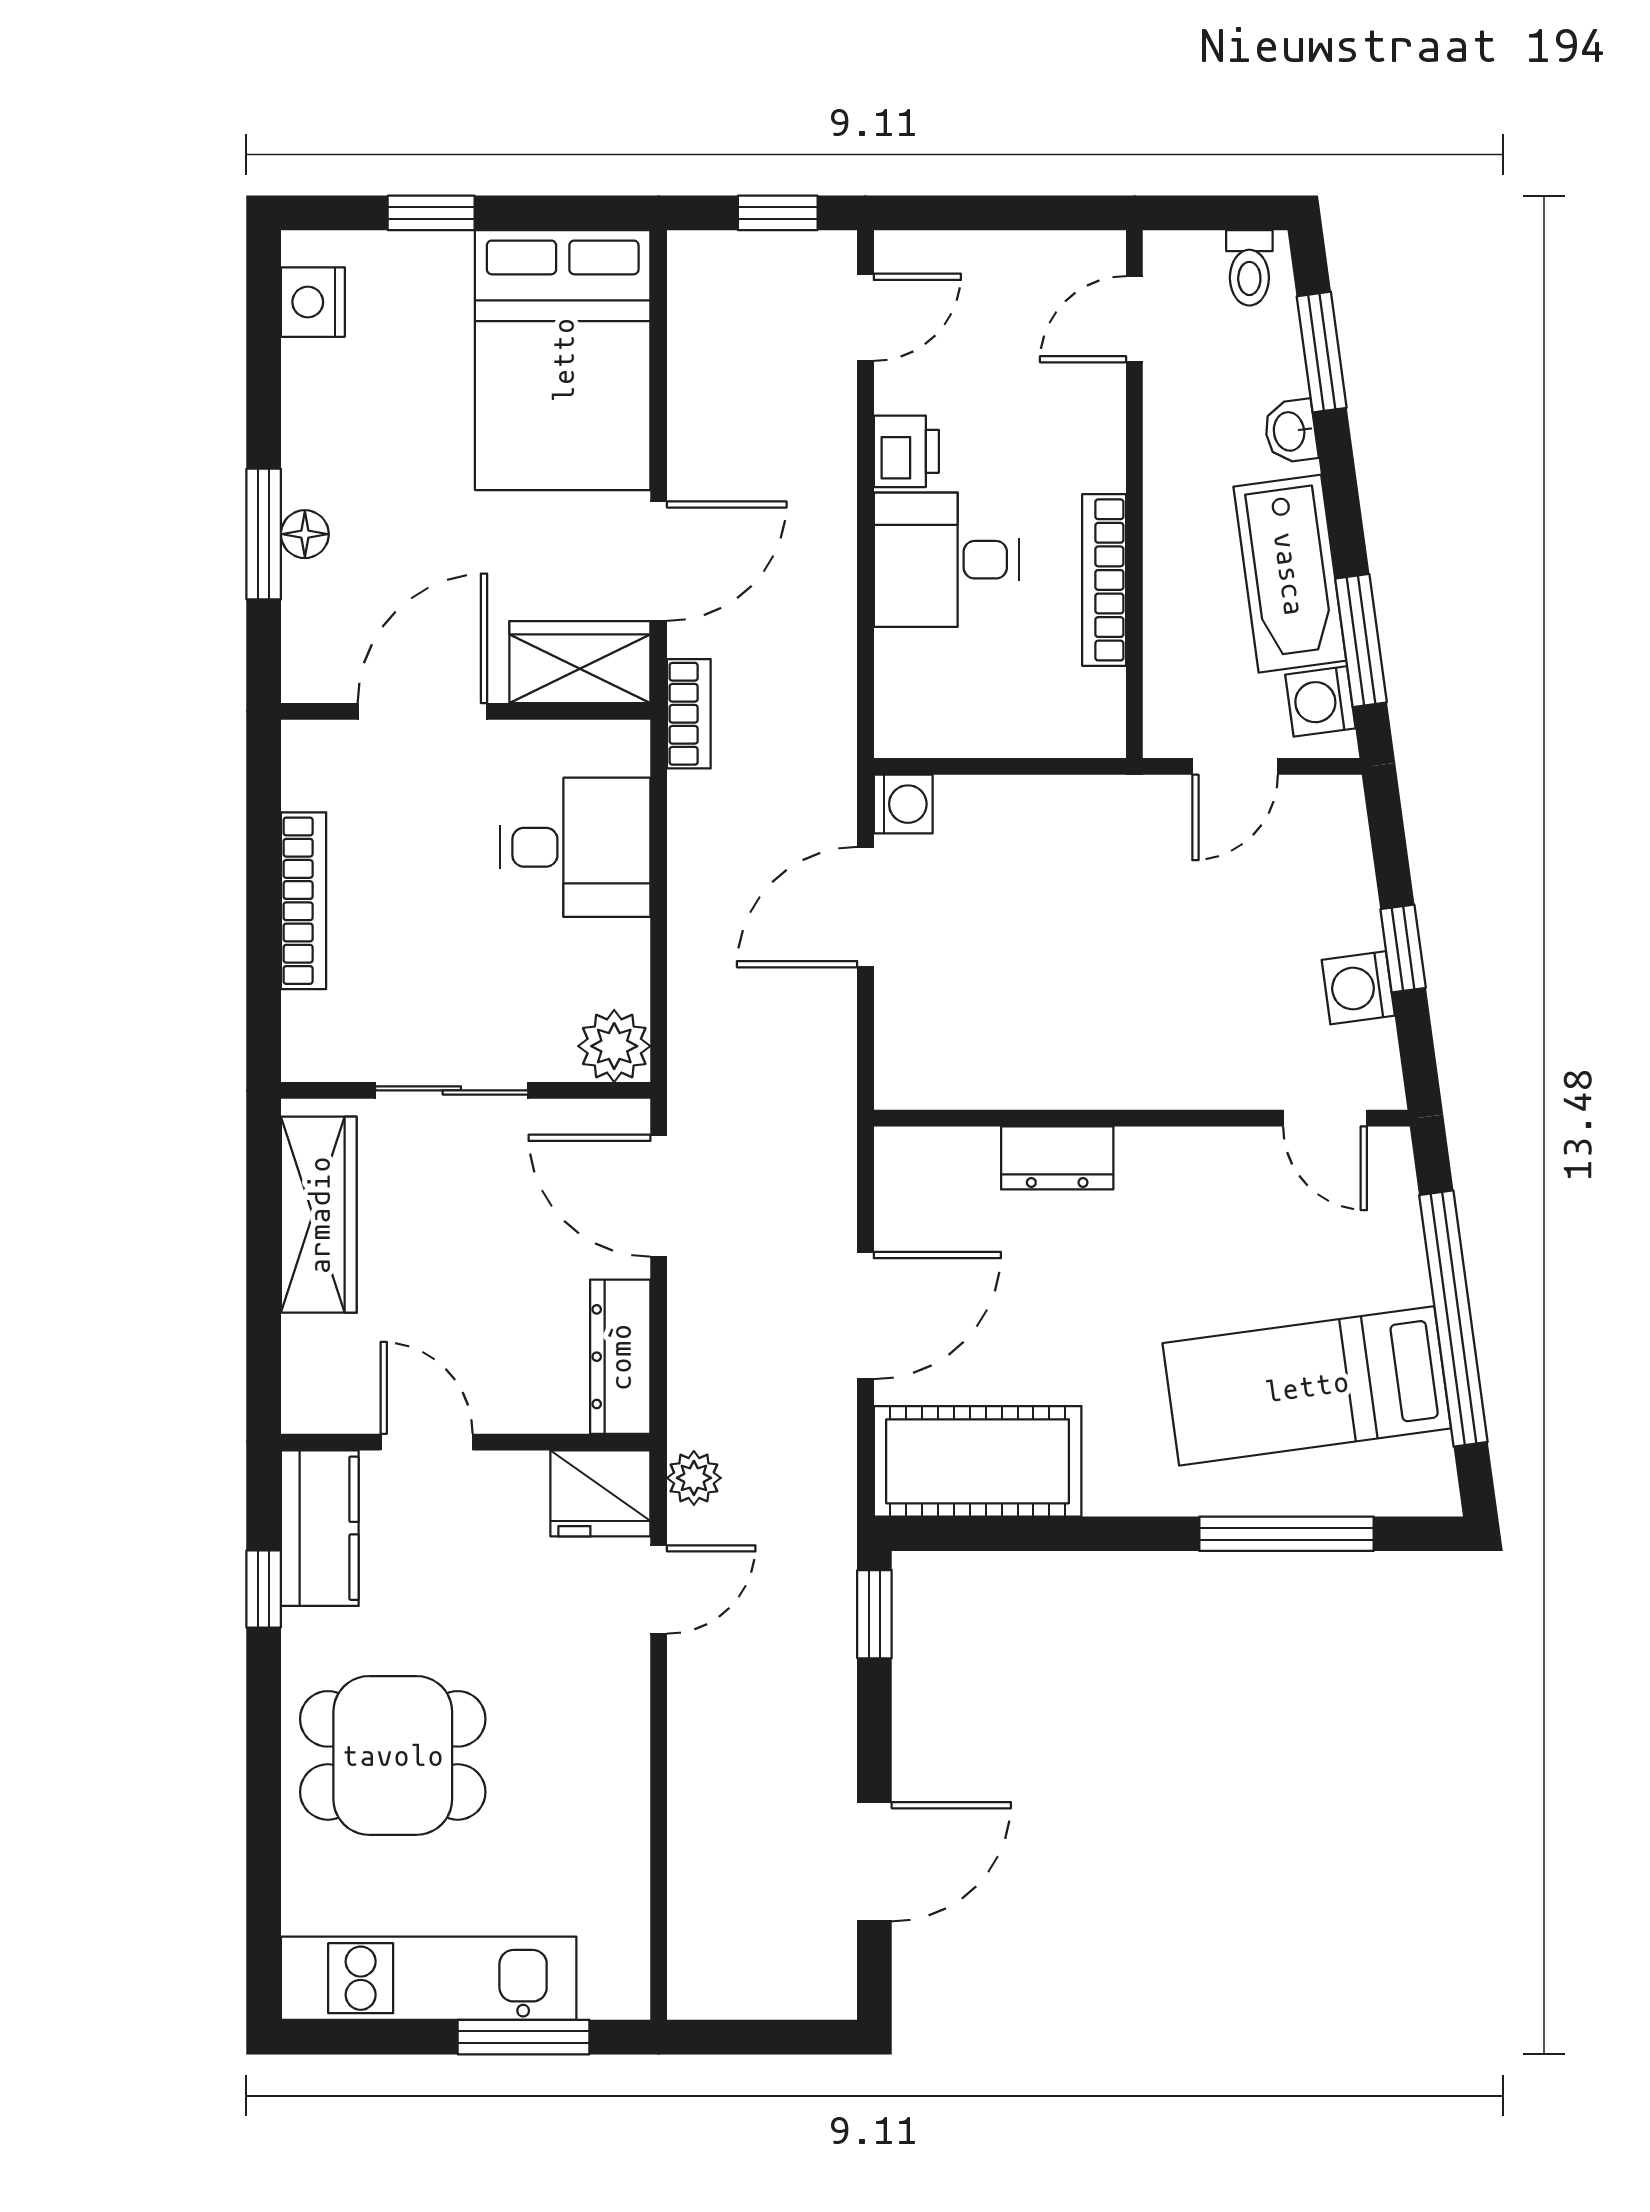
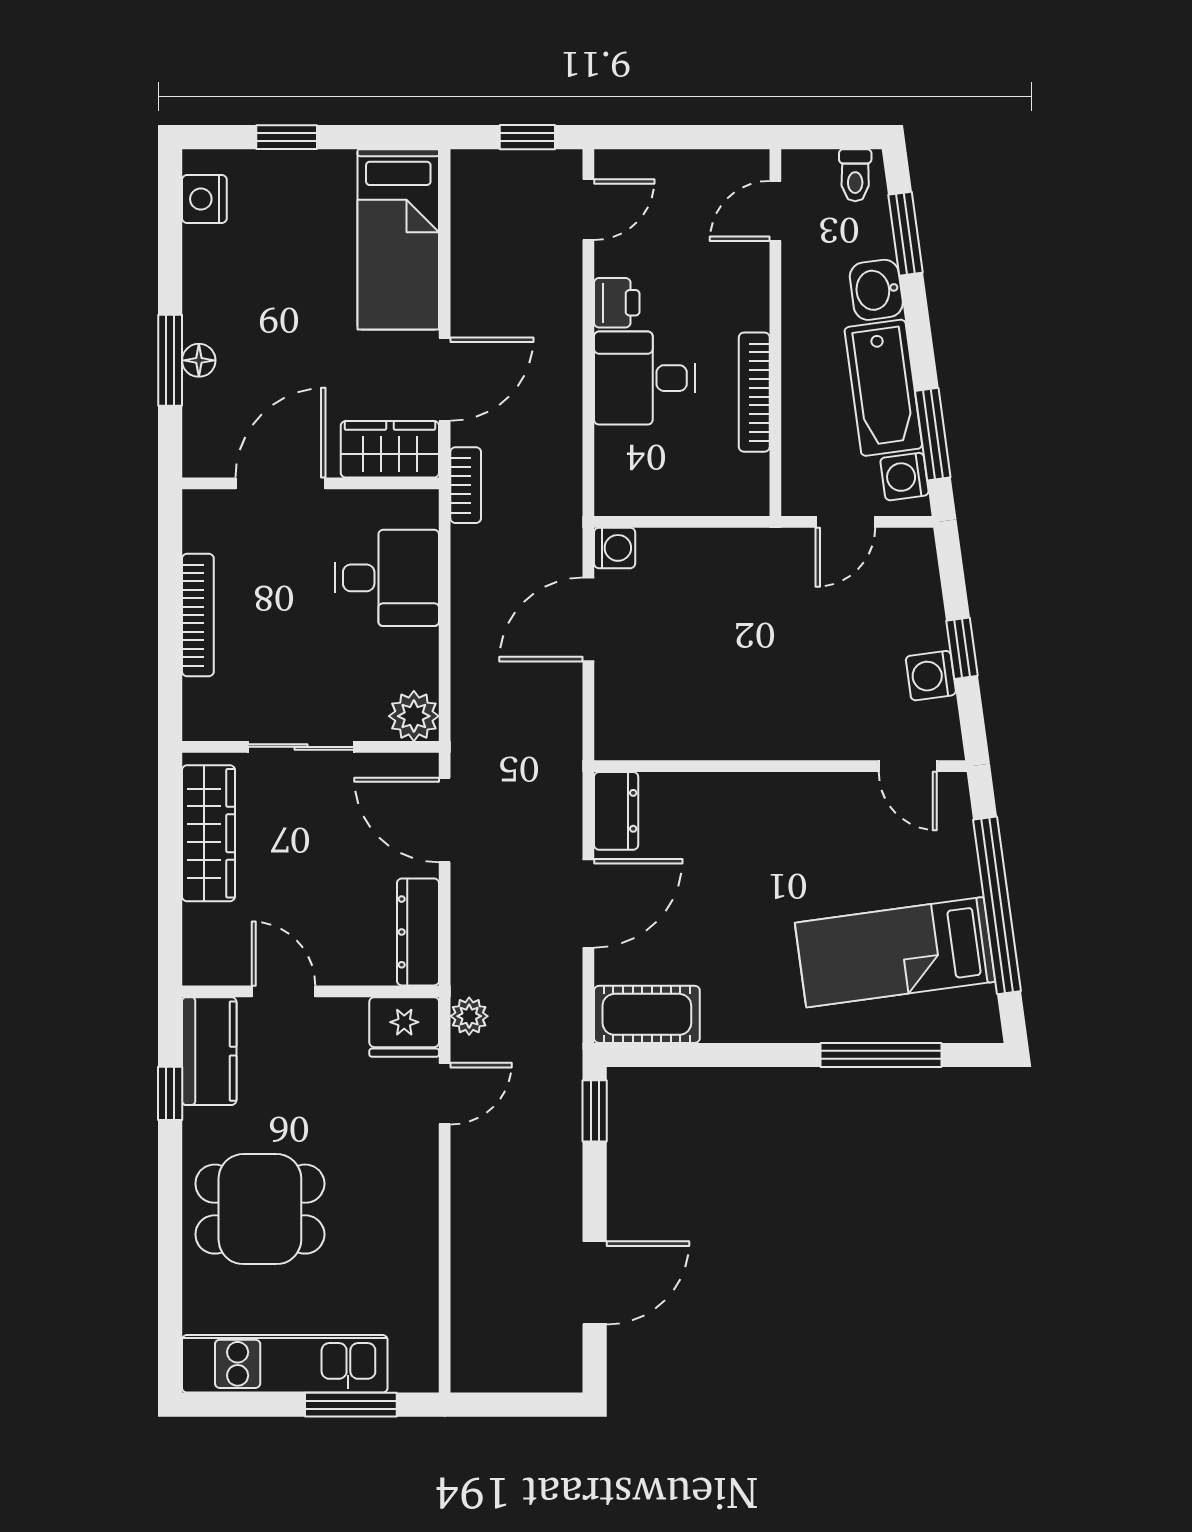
bed: (563, 360) -> (398, 239), width x0.67
washbasin: (1290, 431) -> (876, 290), width x1.38, depth x1.45
dresser: (1057, 1158) -> (616, 811), moved, turned -90
cot: (978, 1461) -> (647, 1014), width x0.73, depth x0.75

